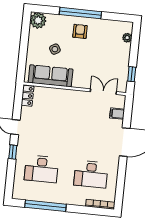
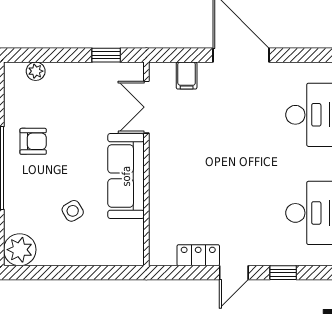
armchair: (80, 31) -> (33, 141), moved, turned 180
sofa: (51, 76) -> (126, 176), moved
locker: (28, 96) -> (198, 255), moved

